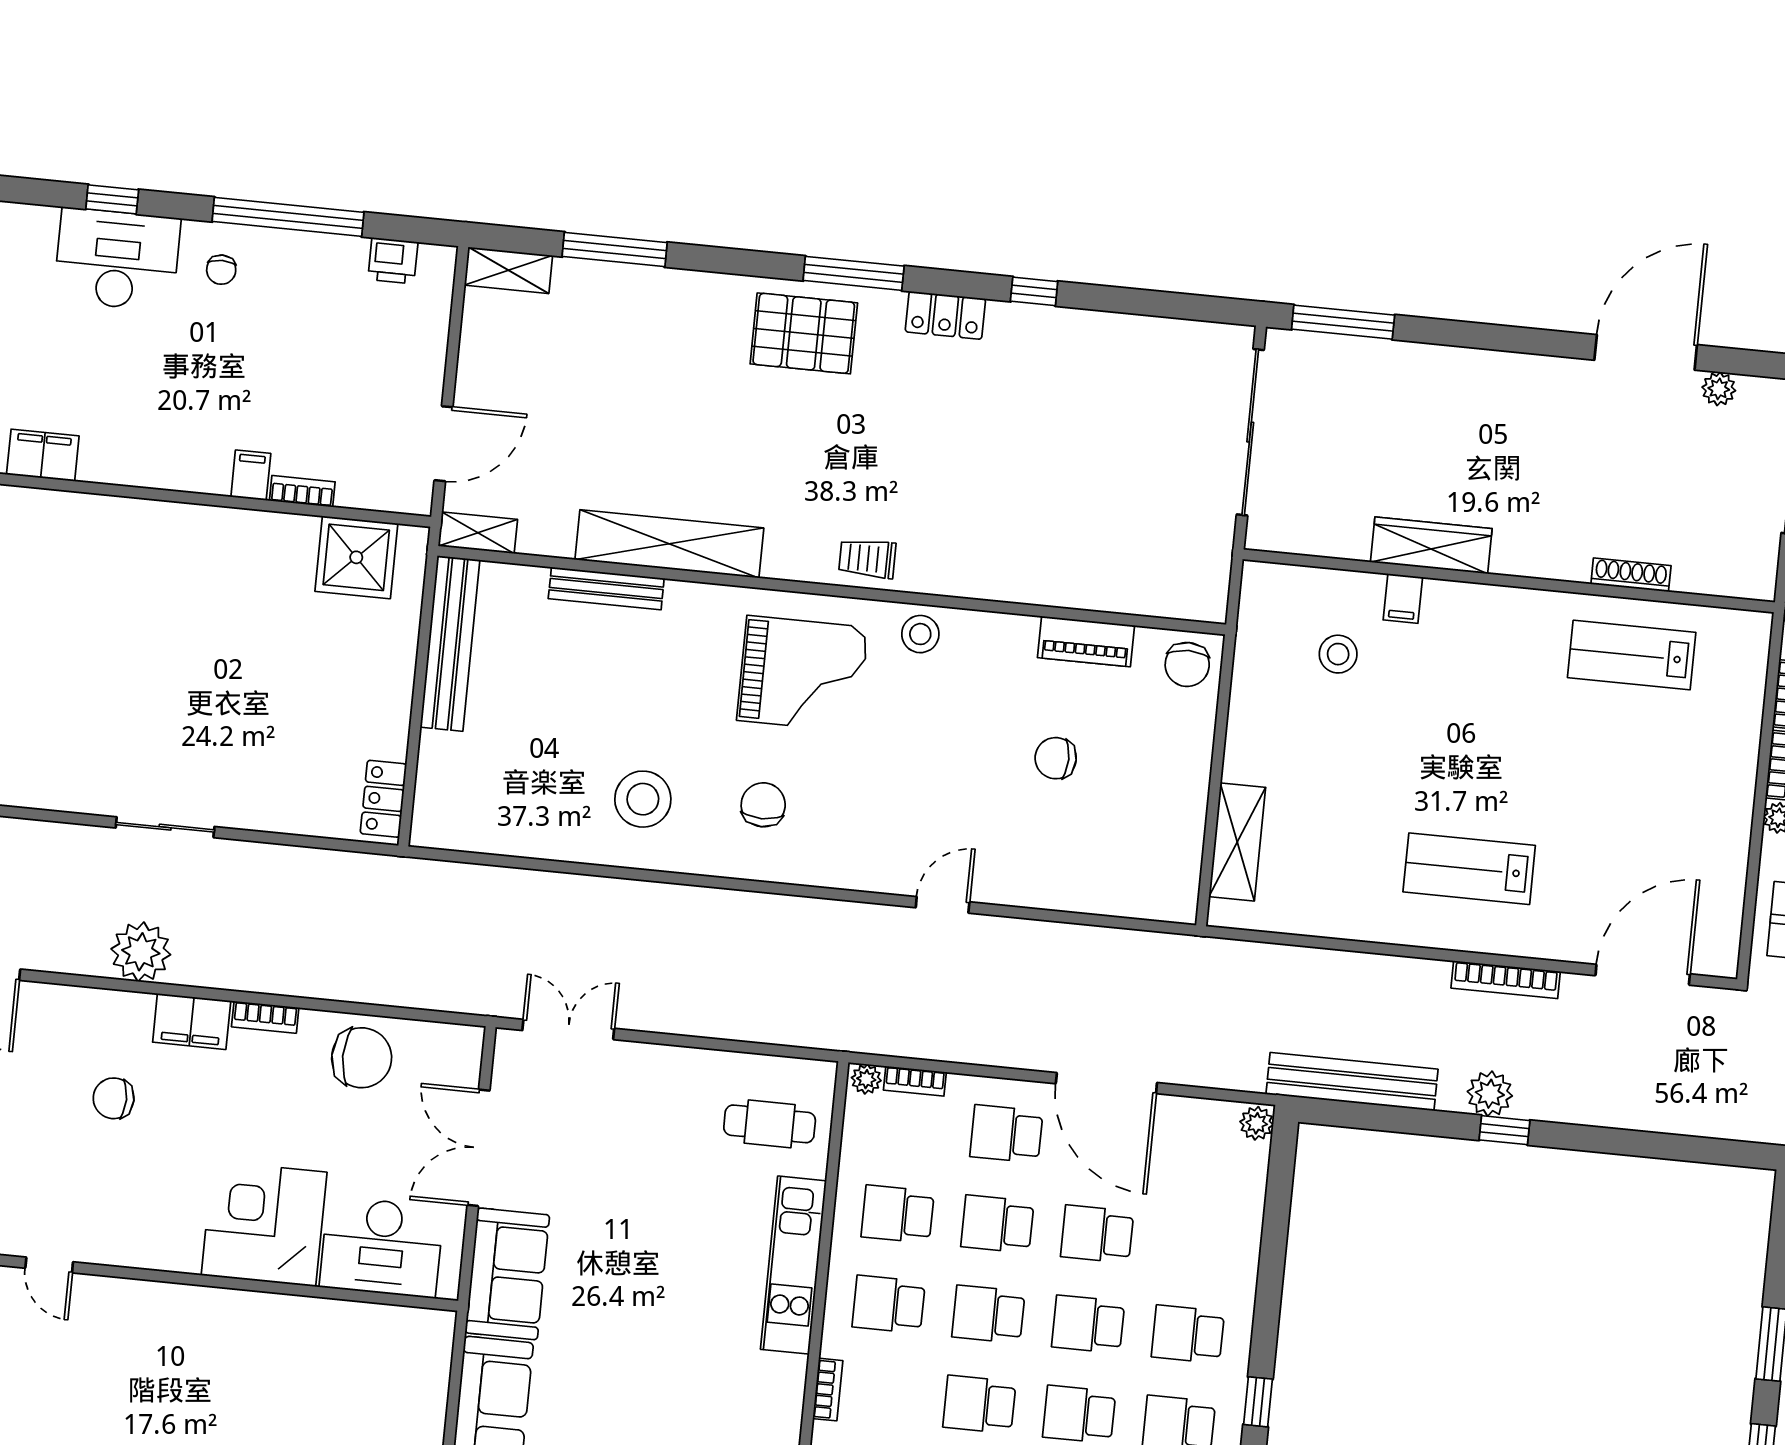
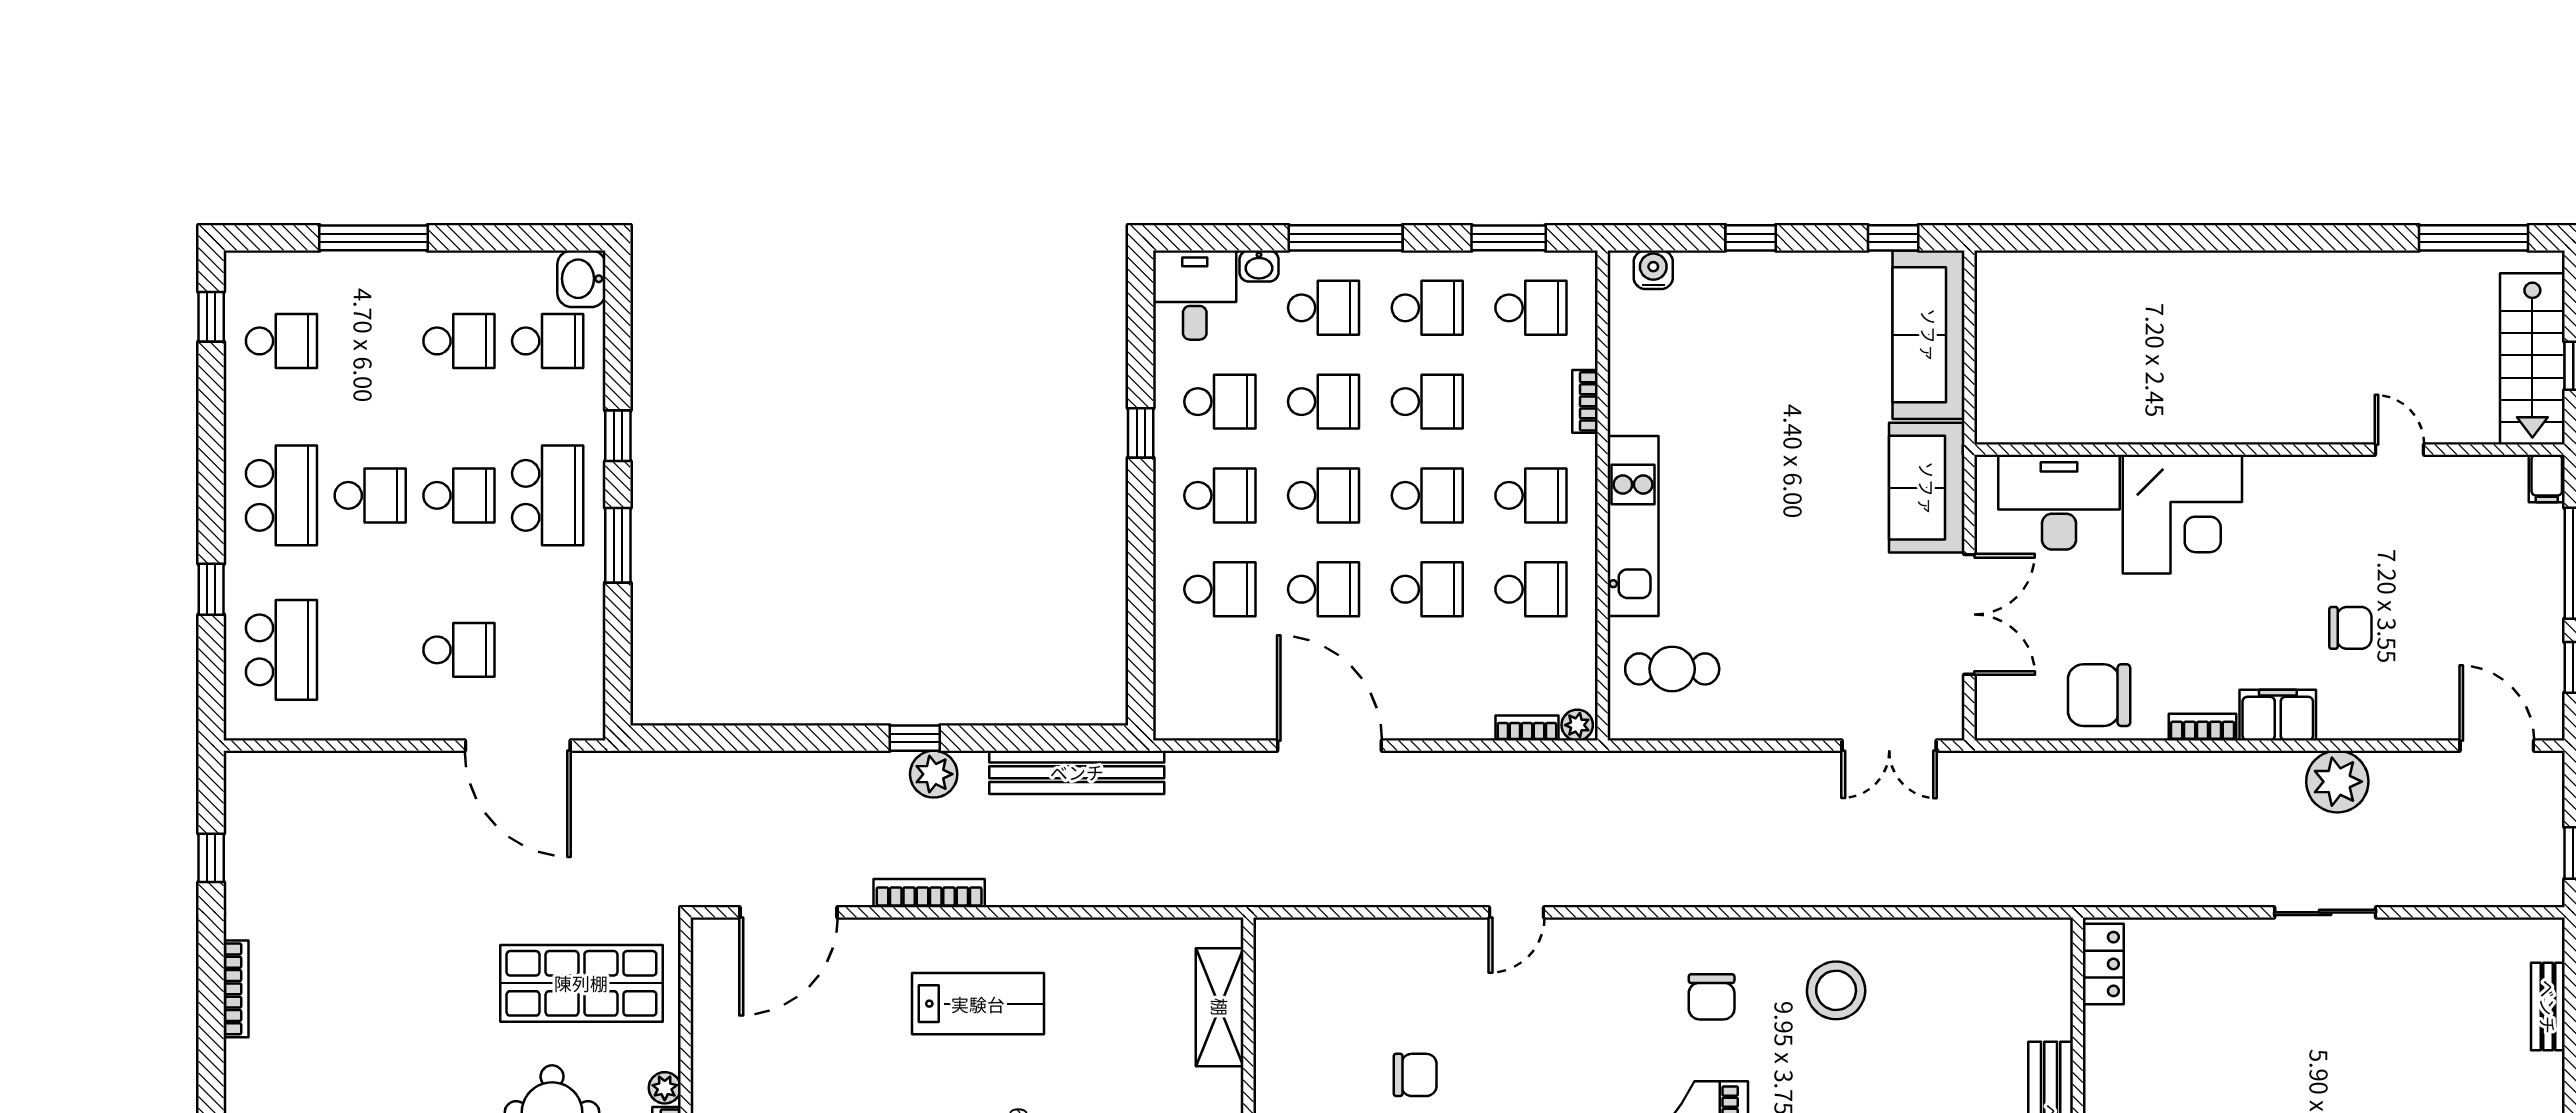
plant: (1257, 1123) -> (1171, 720), removed
school desk: (1006, 1134) -> (1220, 589), moved

